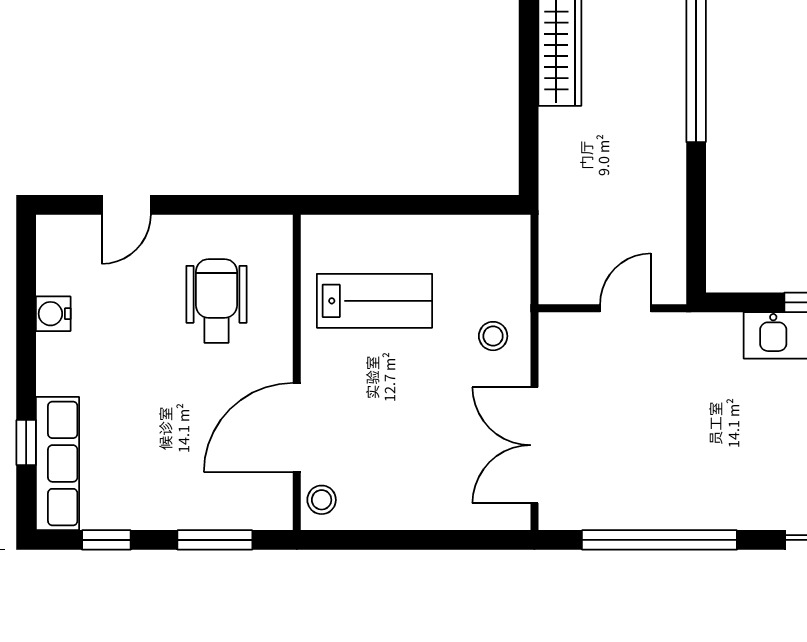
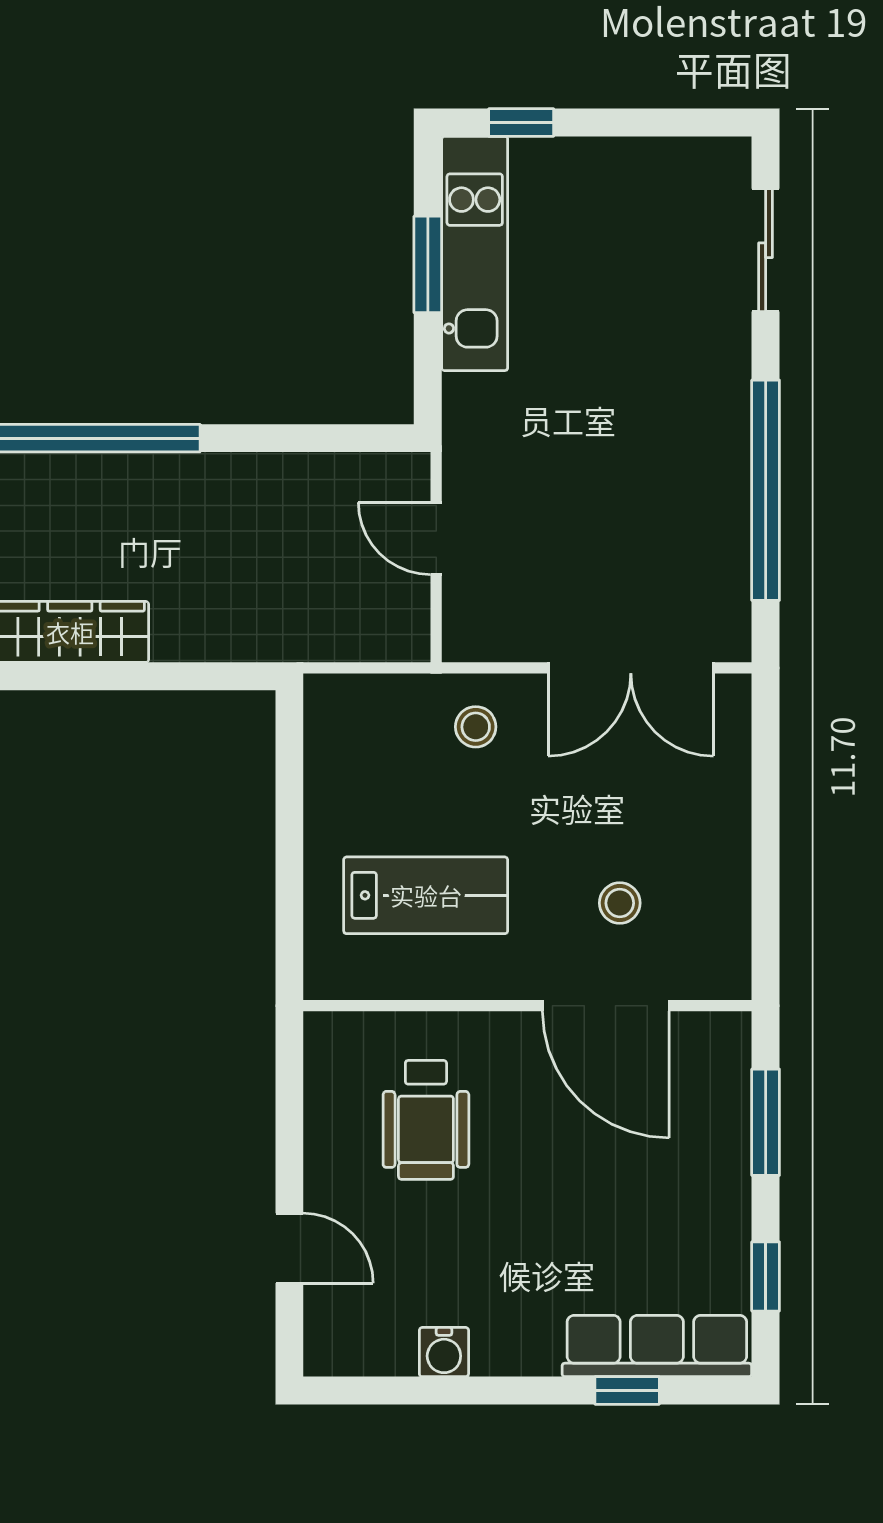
wheelchair: (217, 301) -> (426, 1120), turned -90
lab bench: (374, 301) -> (426, 895), turned 90
stool: (322, 500) -> (620, 903), moved

